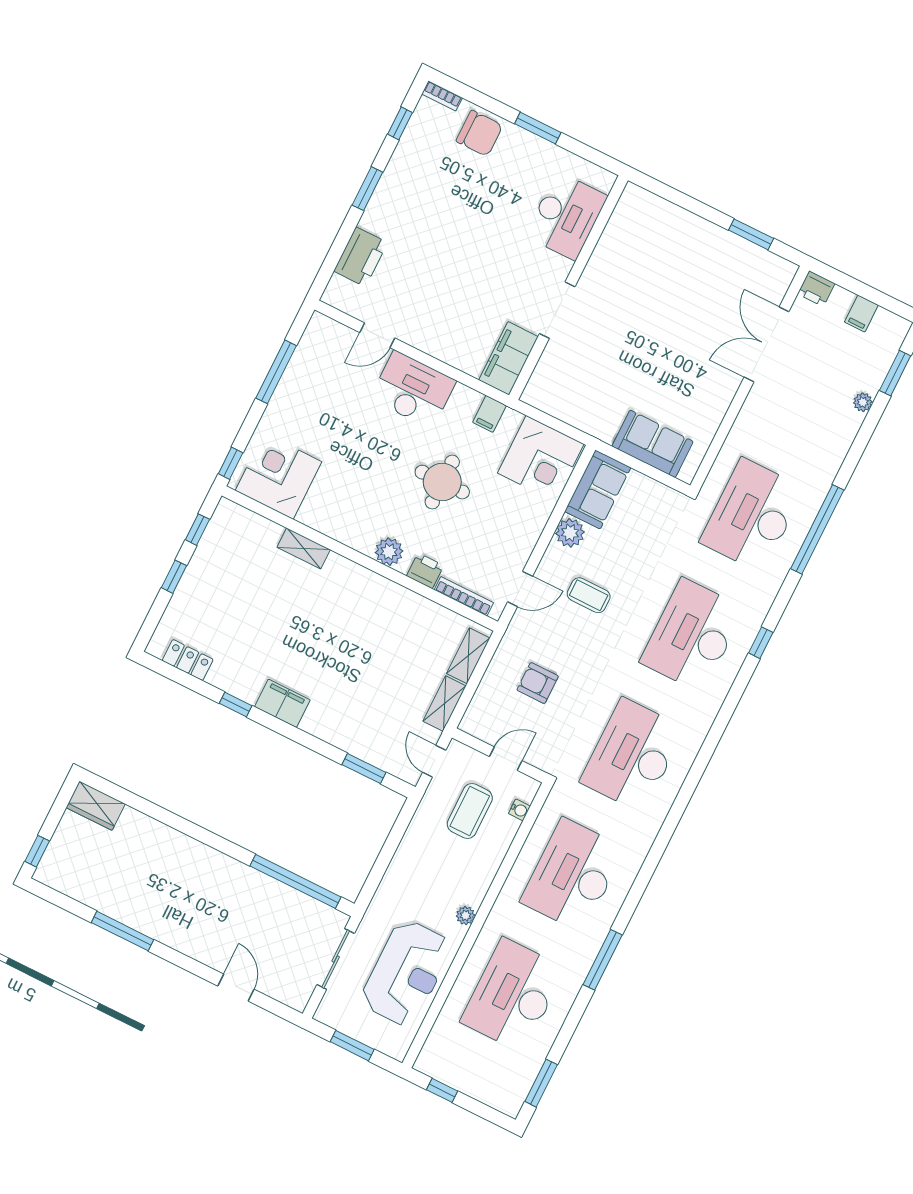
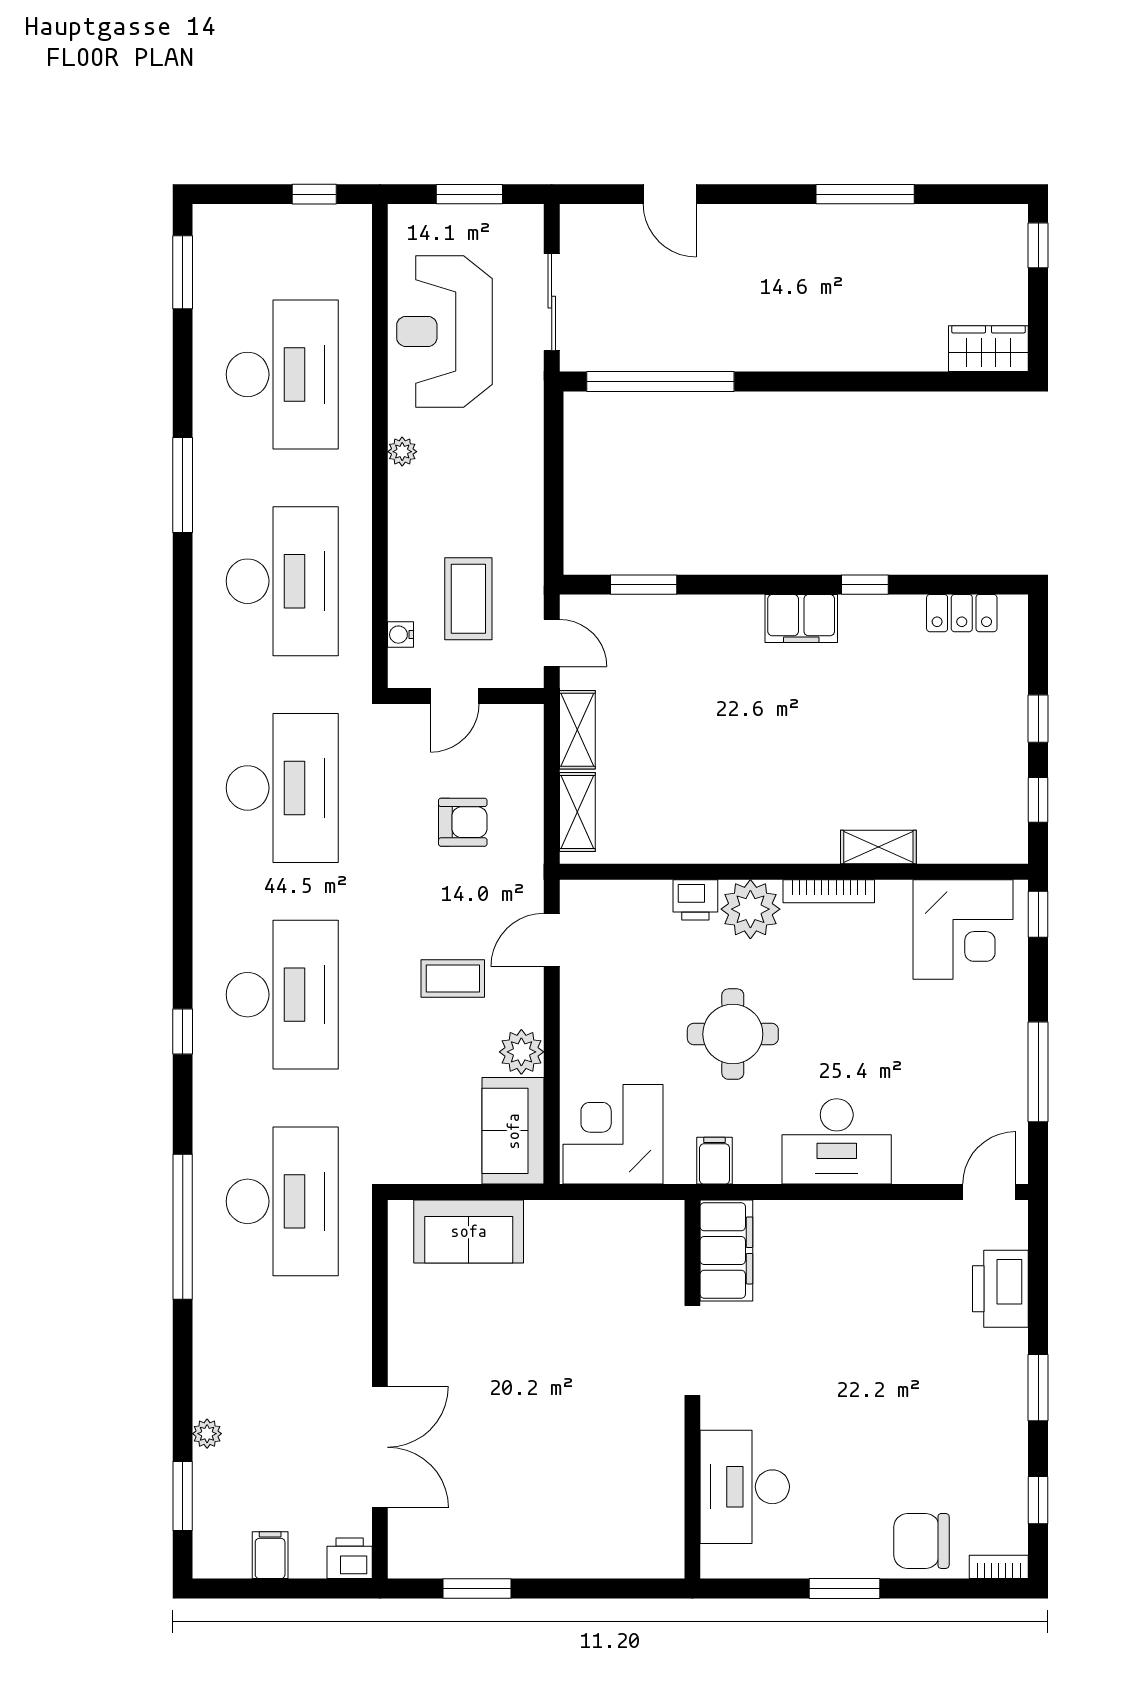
door: (377, 335) -> (989, 1192), moved
plant: (389, 552) -> (750, 909), width x1.36, depth x1.36
bookcase: (464, 596) -> (829, 891), moved

